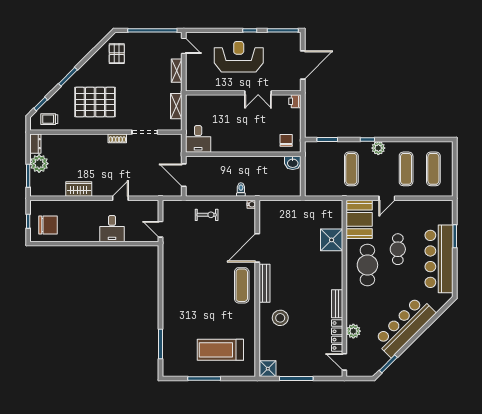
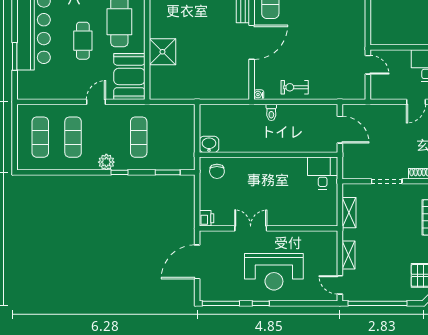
exercise bike: (207, 215) -> (295, 87), moved

